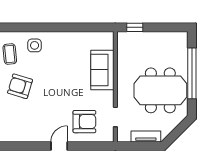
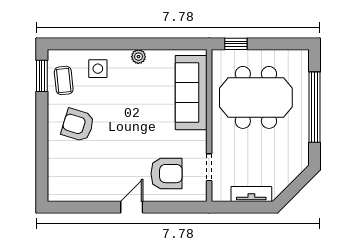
plant: (64, 37) -> (138, 57), added
sofa: (102, 70) -> (191, 93), width x1.36
meeting table: (160, 90) -> (256, 97), moved

